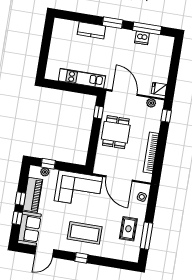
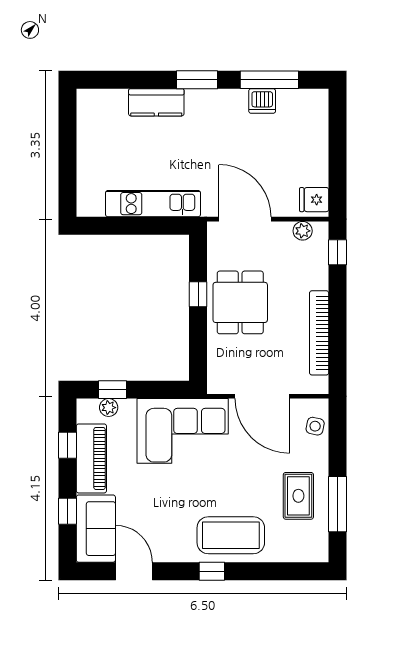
window: (98, 112) -> (198, 294), moved
window: (20, 199) -> (67, 445), moved
coffee table: (85, 233) -> (231, 535), moved
door: (44, 252) -> (134, 571), swing flipped

